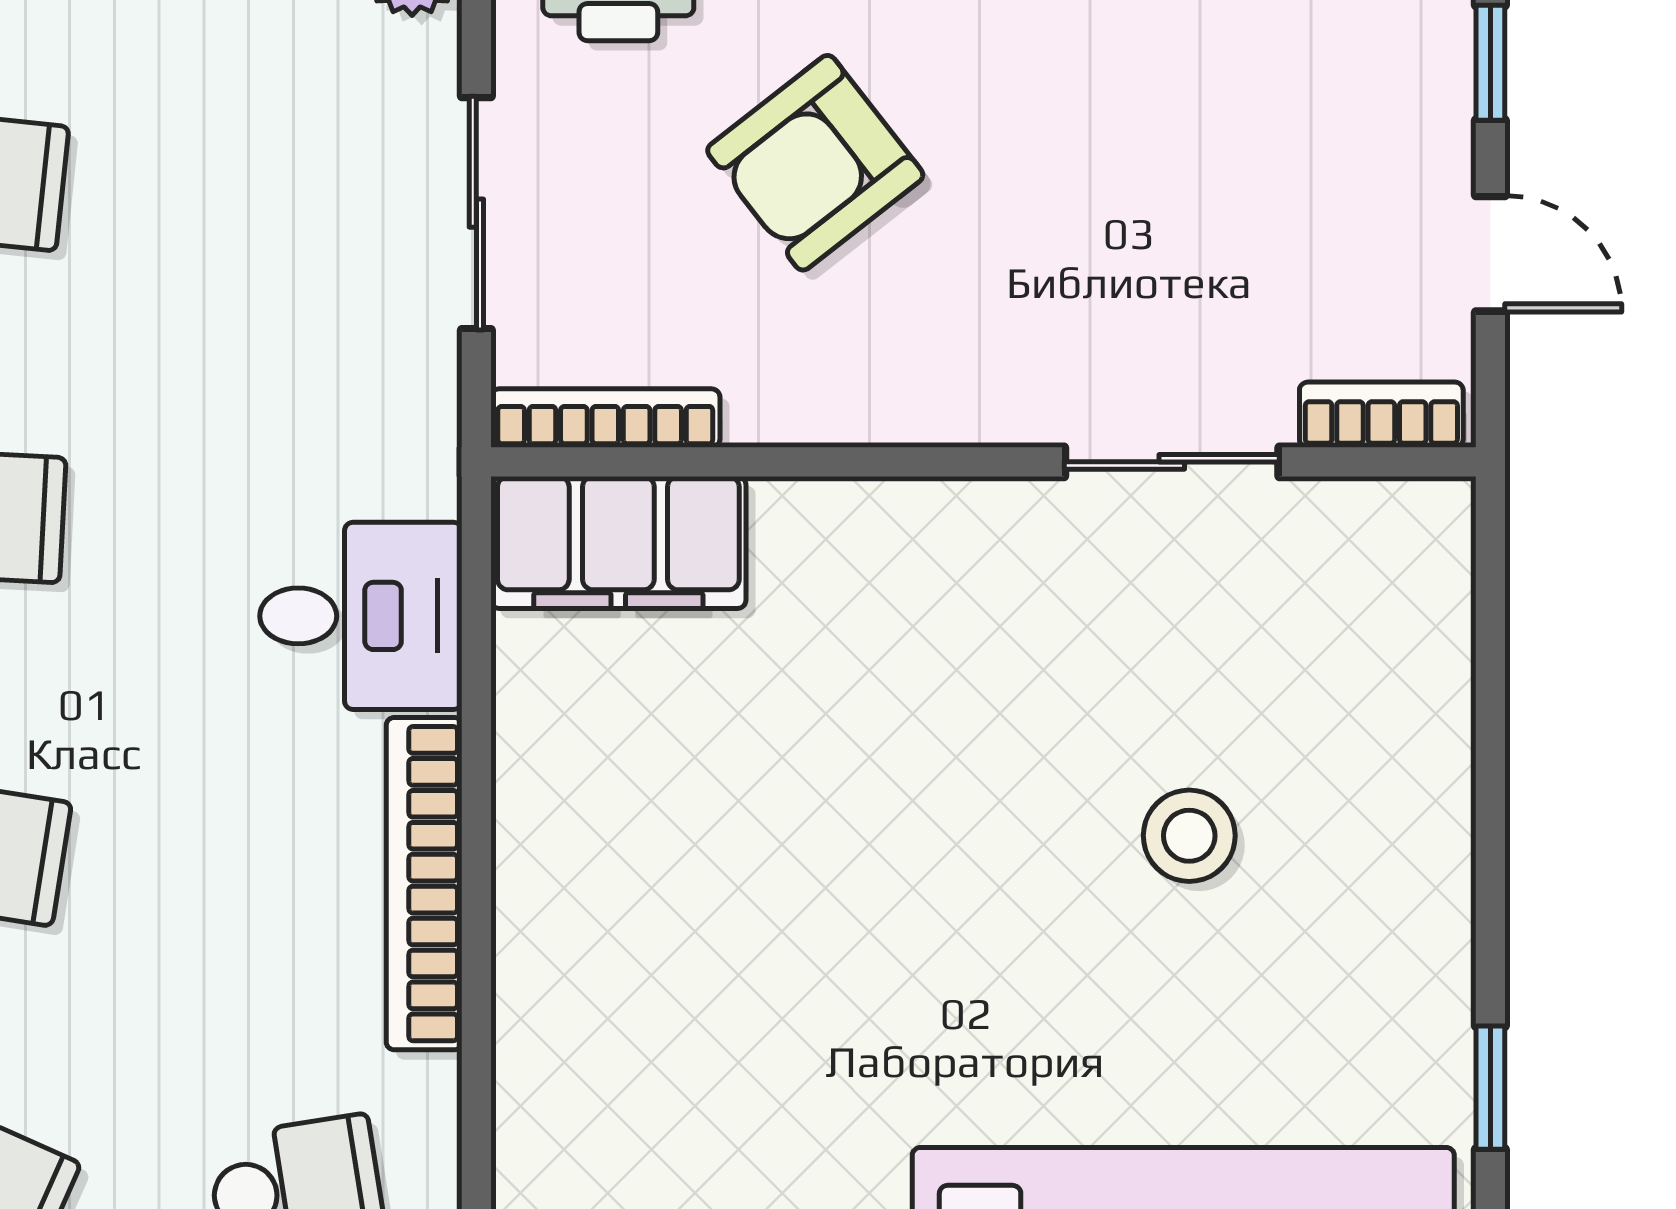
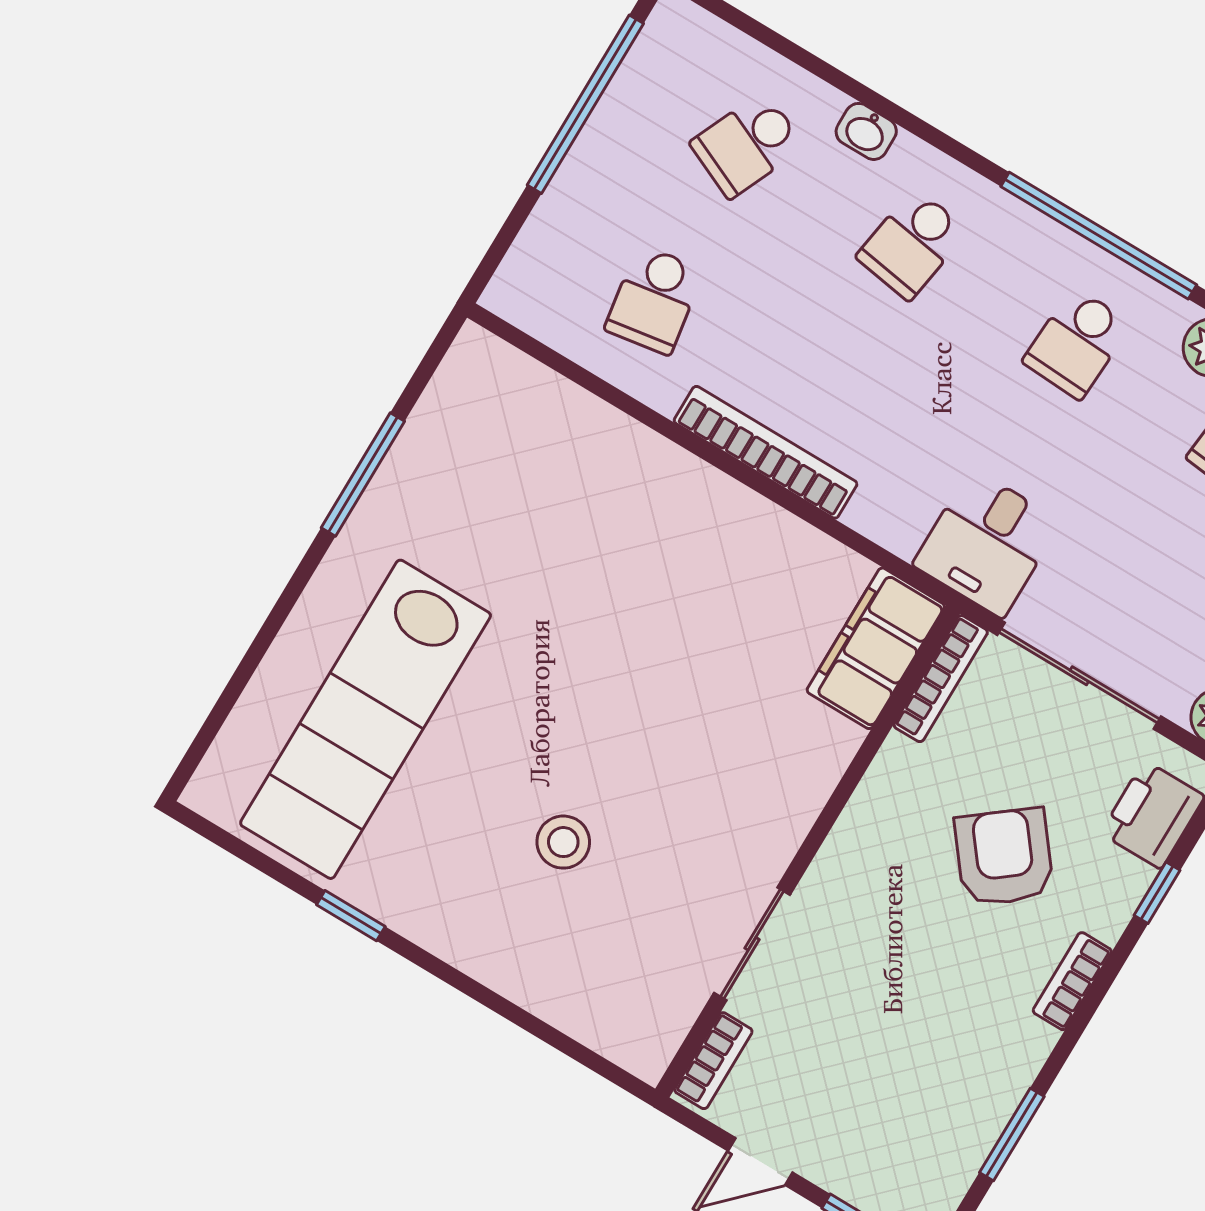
sliding door: (476, 213) -> (1079, 676), width x1.37
desk: (361, 616) -> (987, 543), moved

